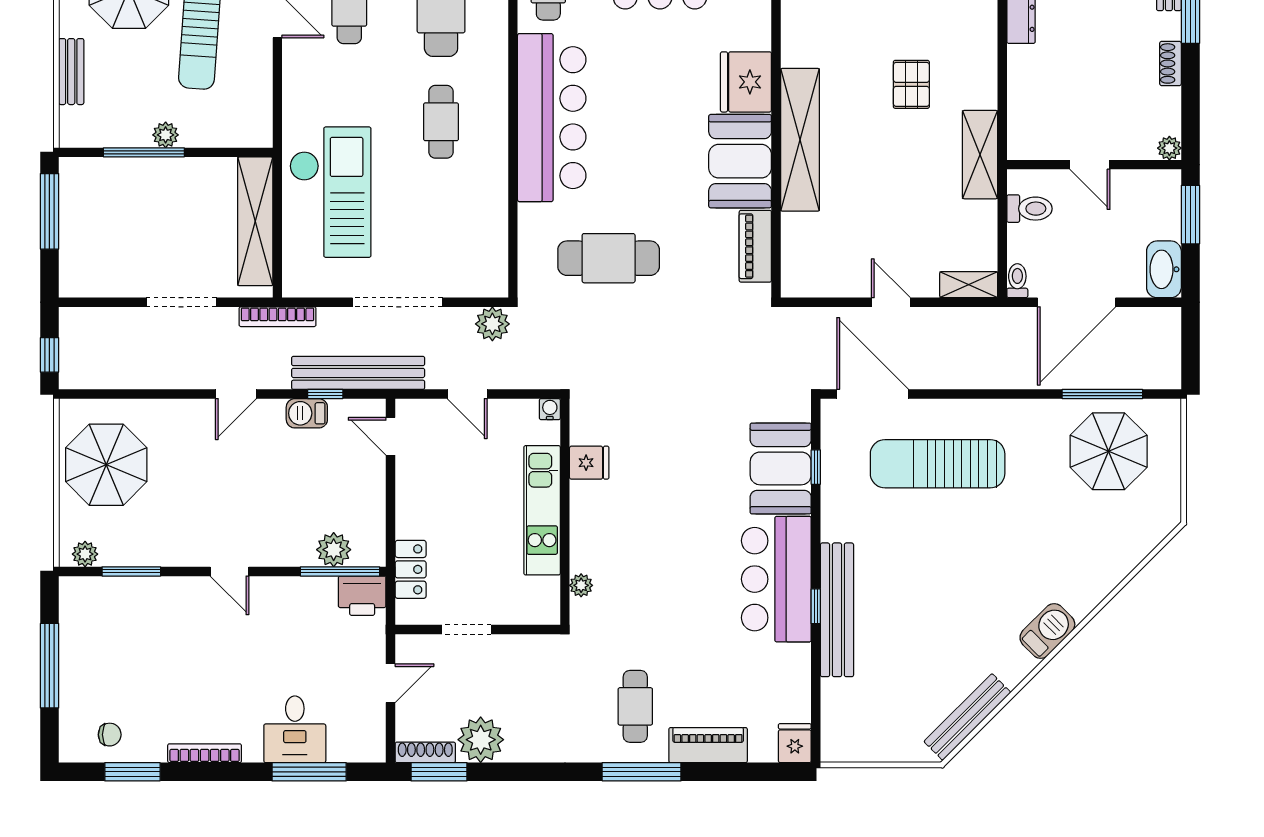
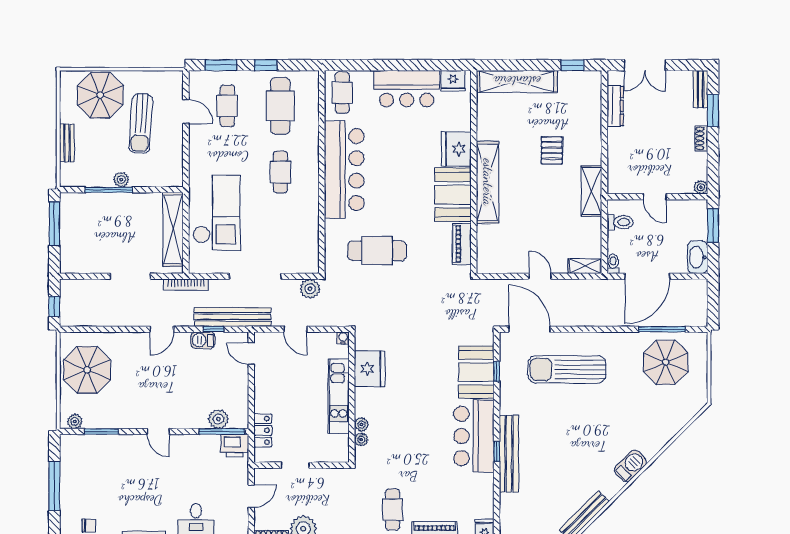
fridge: (589, 463) -> (370, 369), width x1.88, depth x1.34
plant: (582, 559) -> (361, 424), added

